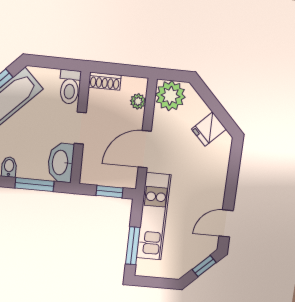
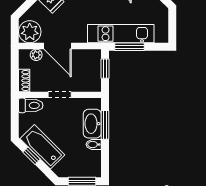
door: (145, 149) -> (58, 46), moved
washbasin: (61, 163) -> (92, 124), moved, turned 90
window: (133, 246) -> (129, 47), moved

